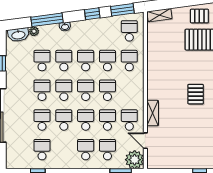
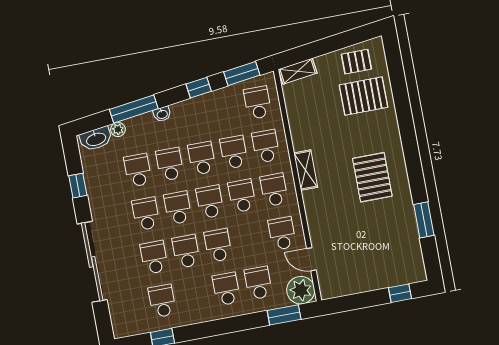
pallet: (196, 94) -> (372, 177), width x1.50, depth x1.42
shelving: (153, 113) -> (306, 170), moved
school desk: (107, 120) -> (274, 190), moved

